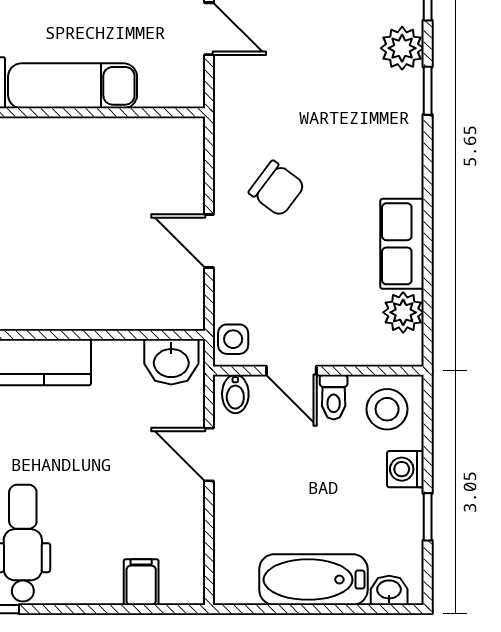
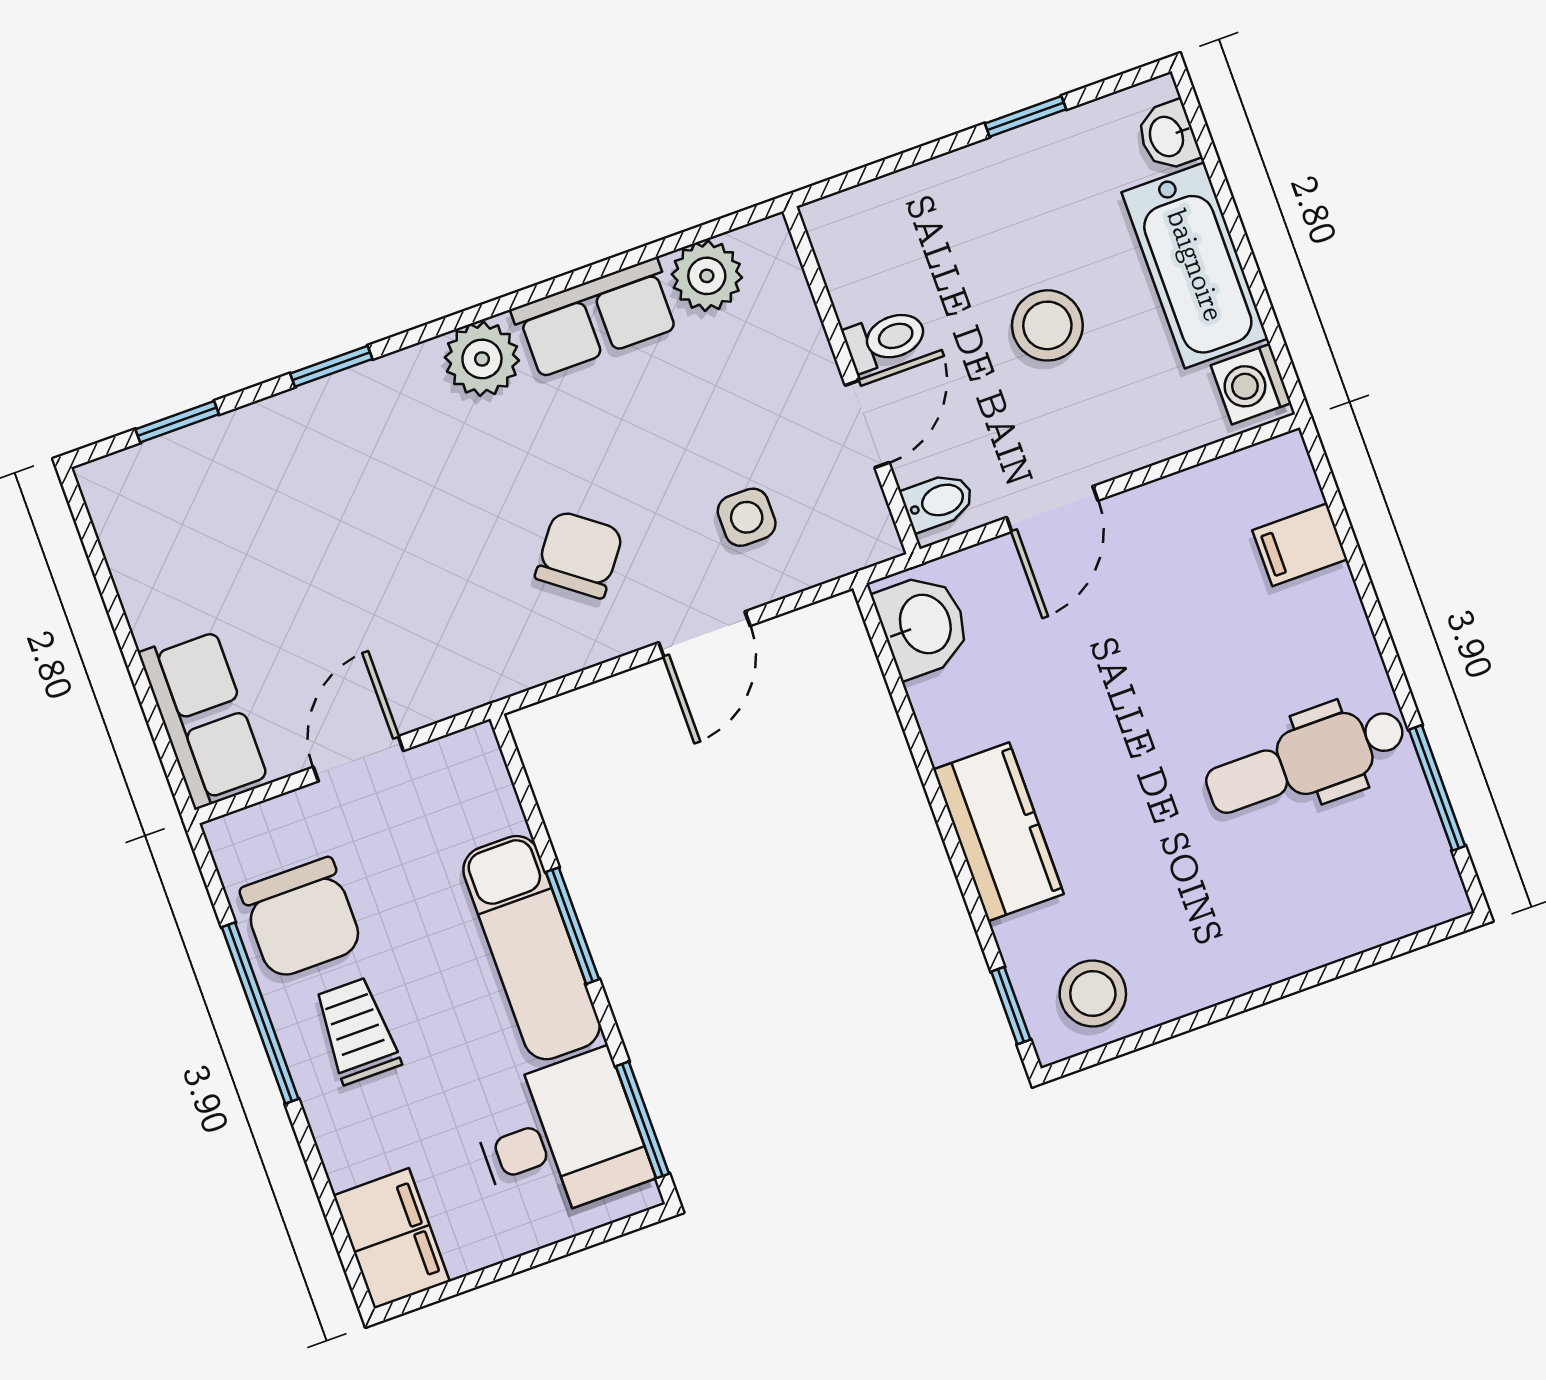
plant: (402, 48) -> (482, 359), moved
window: (76, 112) -> (572, 926), added
side table: (233, 339) -> (747, 517), moved
stool: (387, 409) -> (1047, 325), moved
washing machine: (405, 469) -> (1251, 384), moved, turned 90

